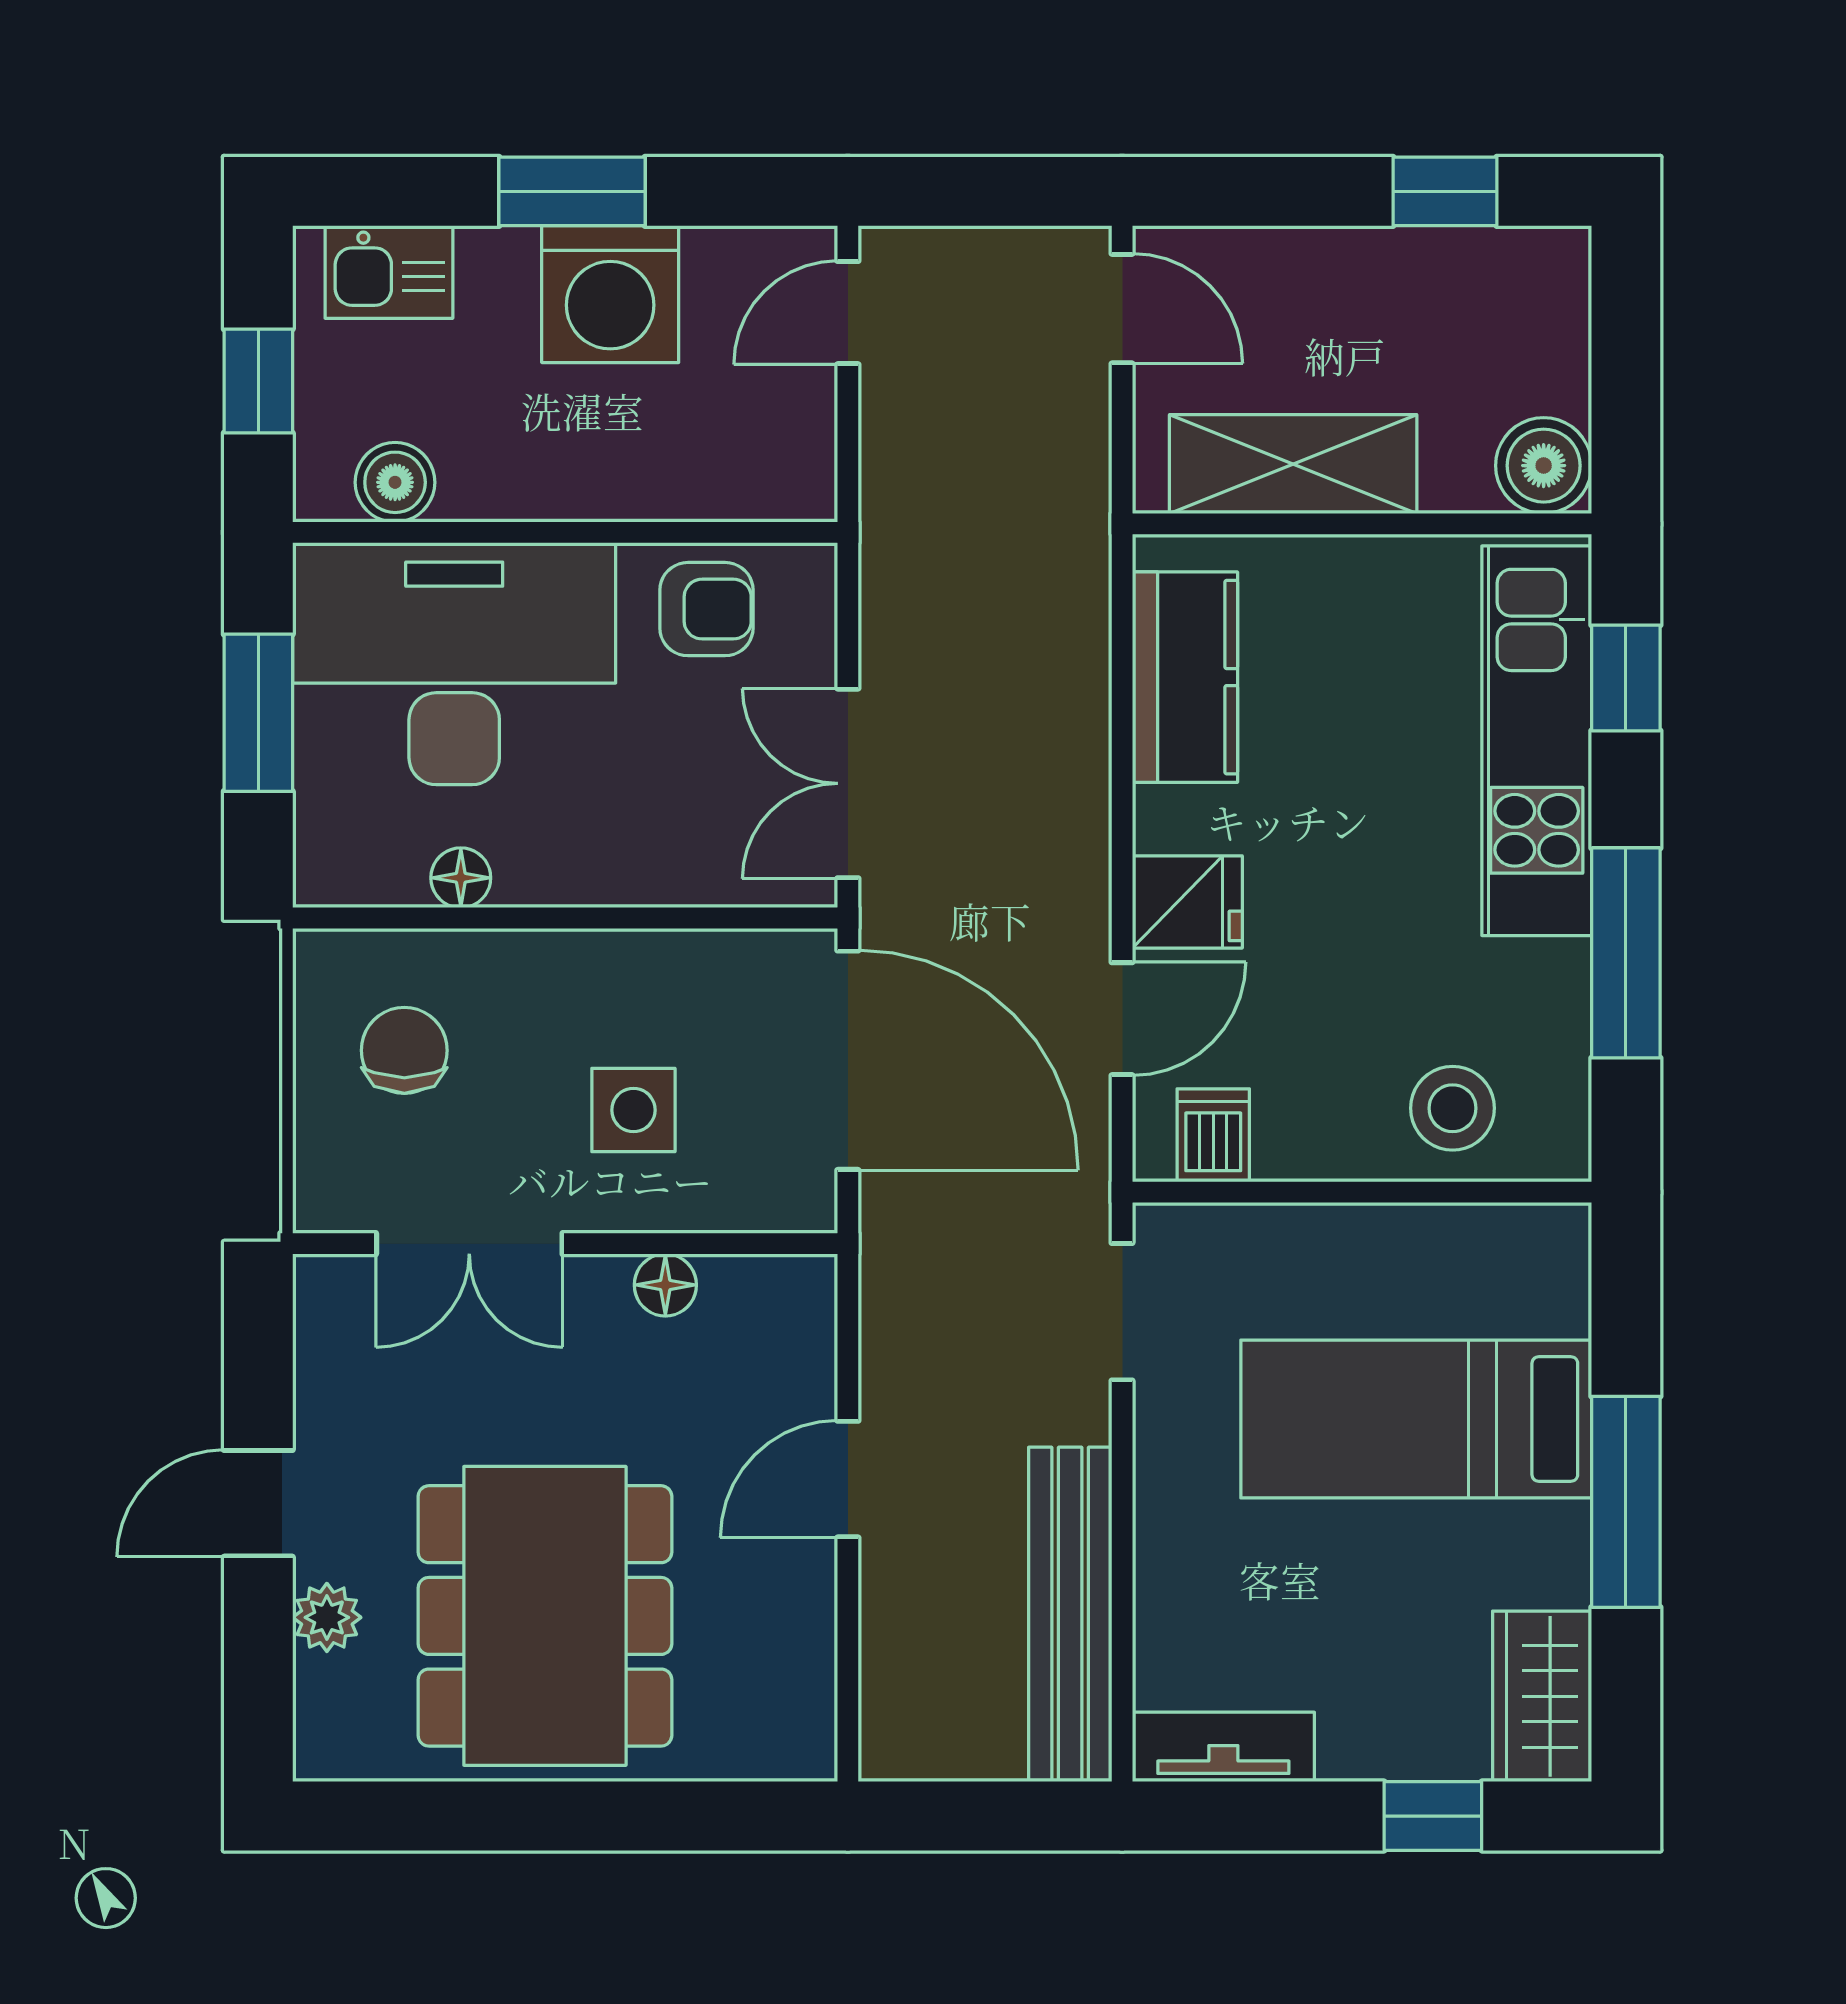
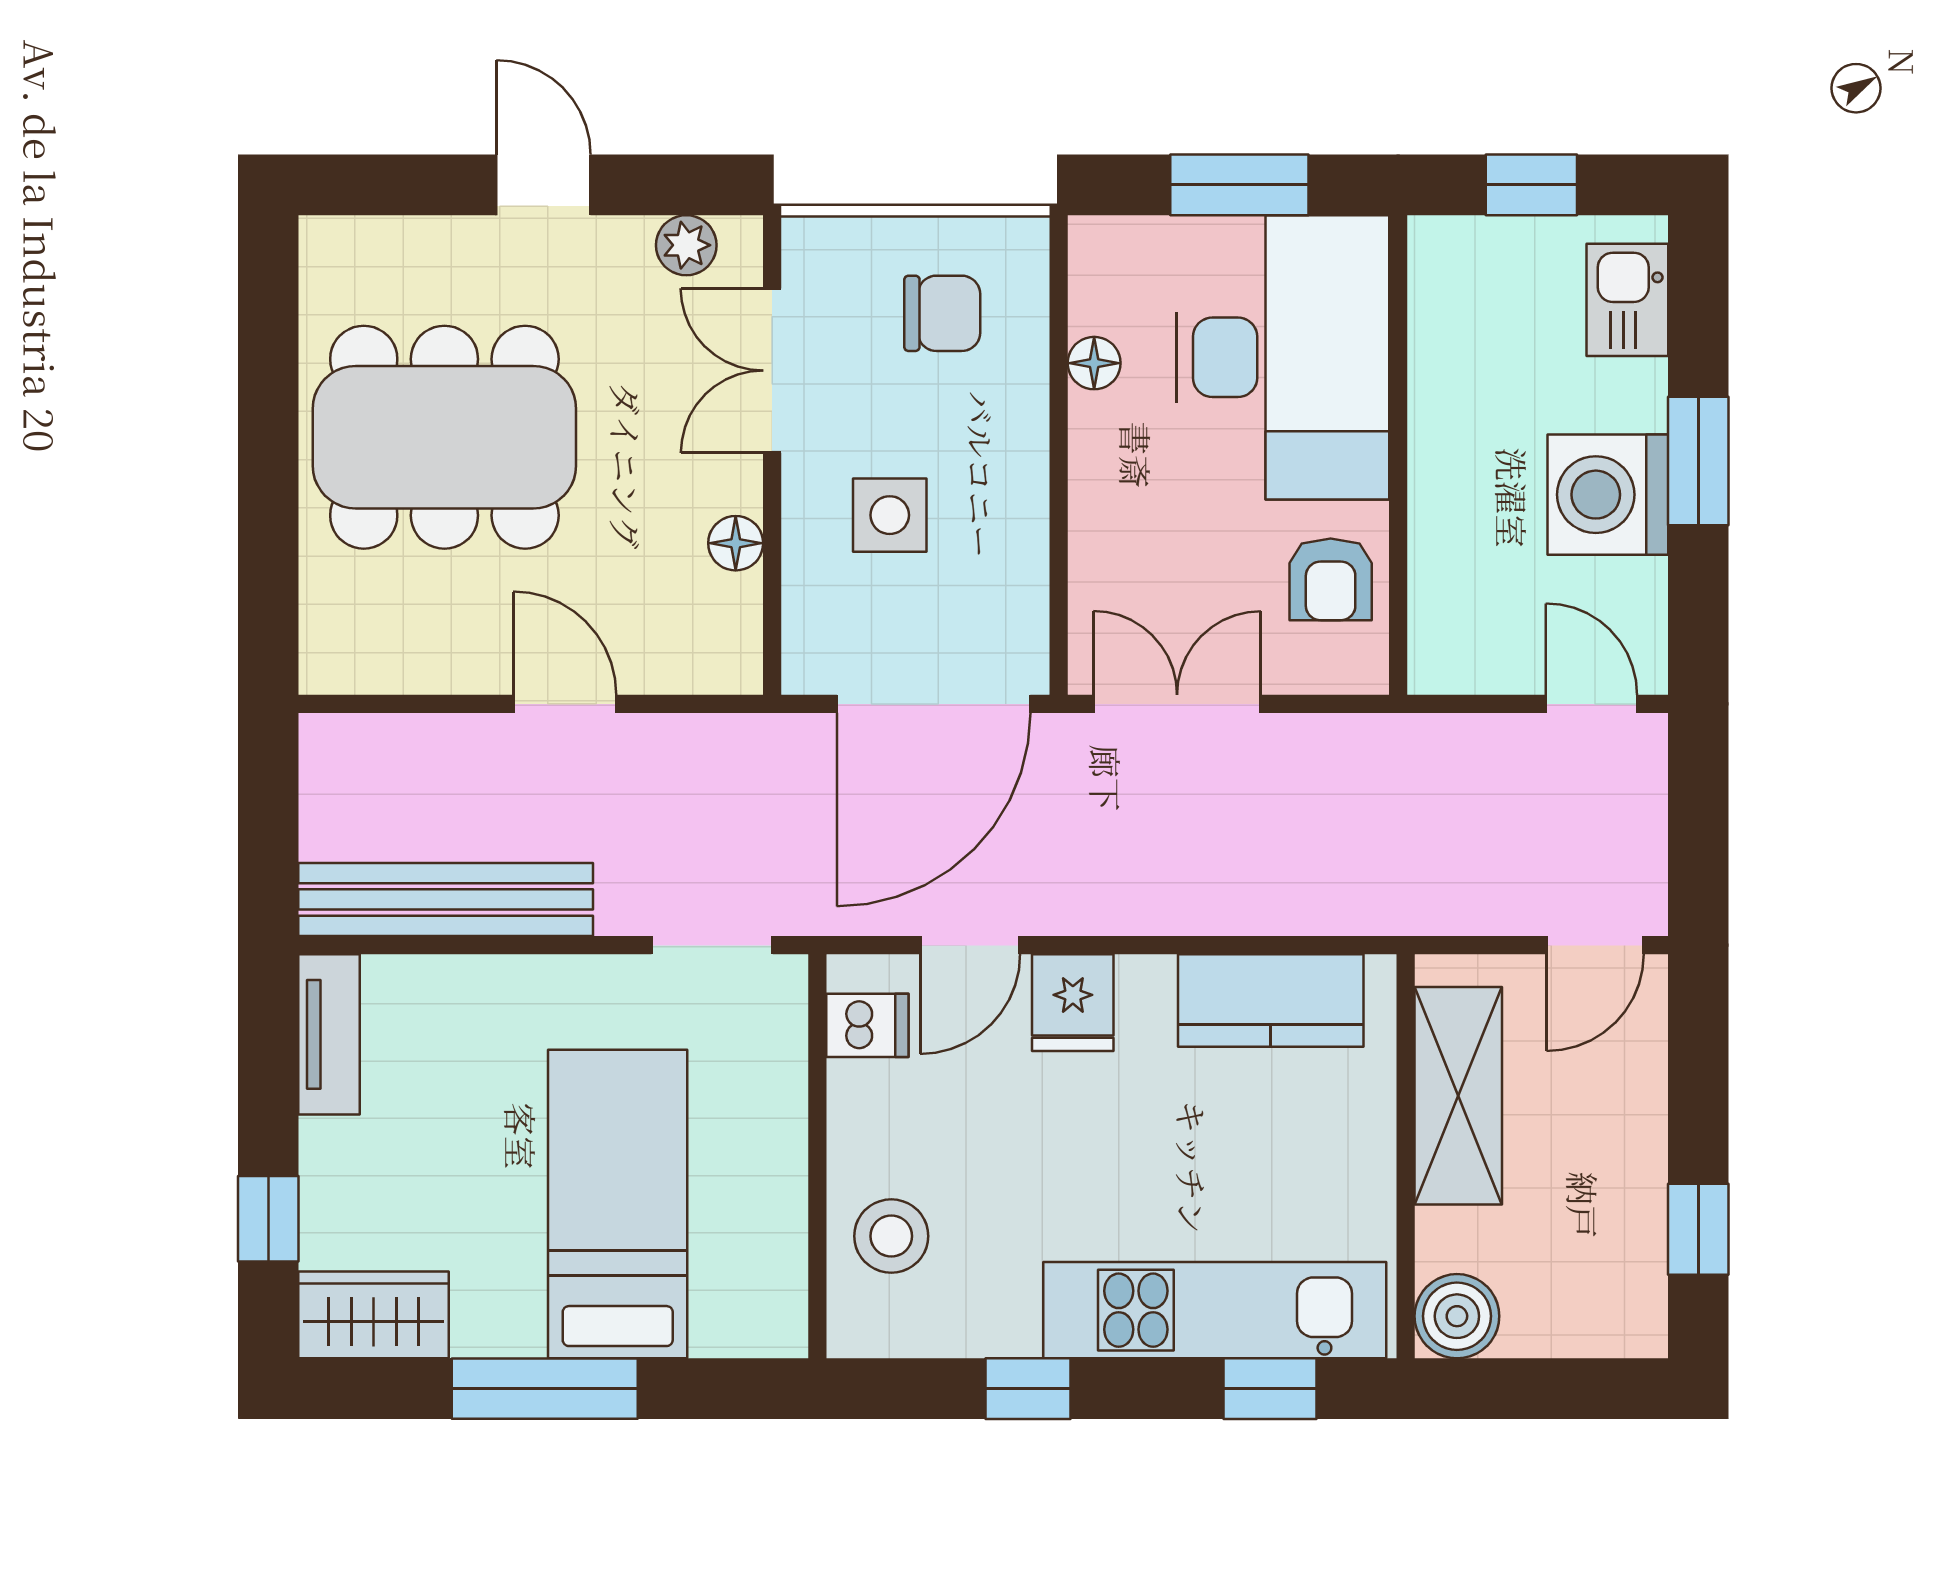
boiler: (395, 482) -> (1442, 305), removed
window: (1626, 953) -> (1028, 1389), width x0.46
door: (1122, 1019) -> (970, 945), hinge flipped
plant: (327, 1617) -> (686, 245), moved

